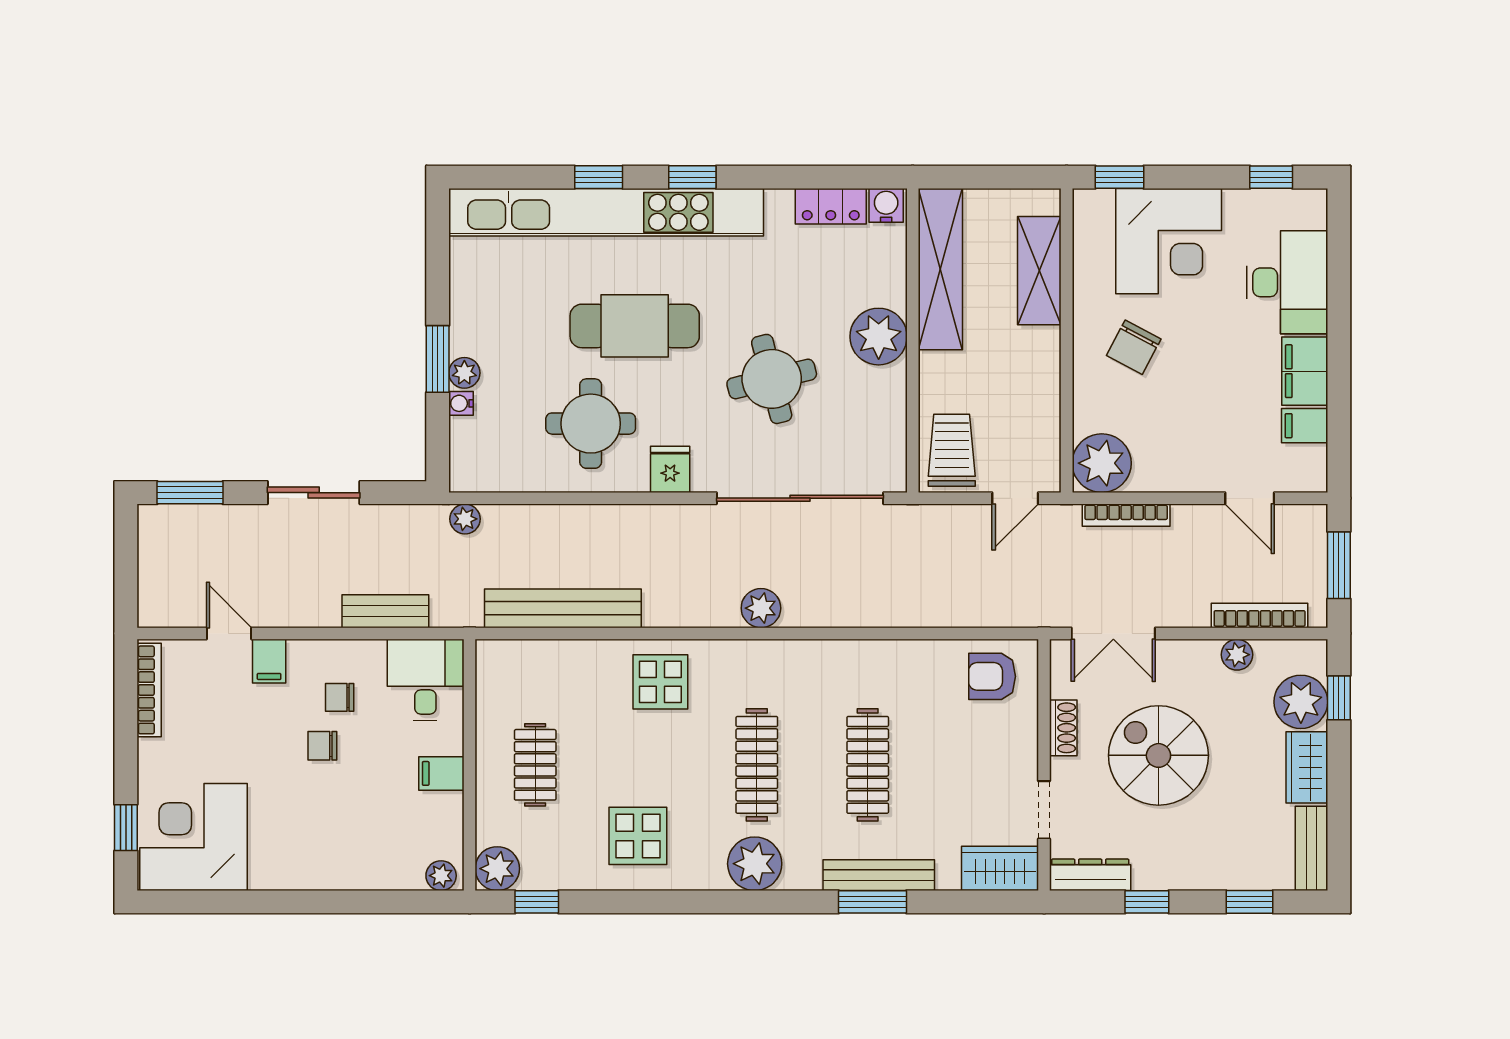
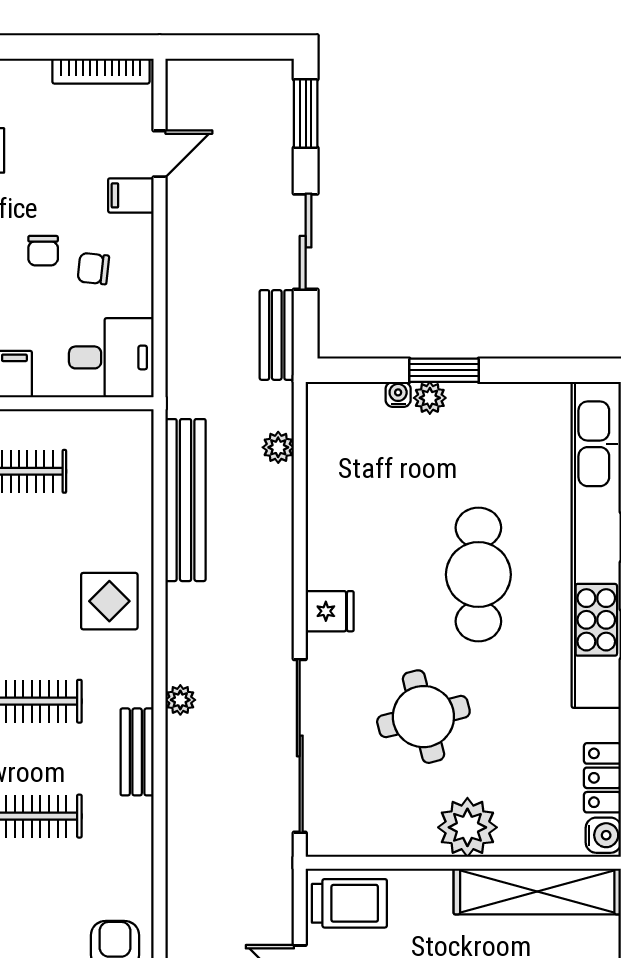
round table: (591, 424) -> (377, 529), removed
plant: (465, 519) -> (278, 447), moved
plant: (761, 608) -> (180, 700), width x0.73, depth x0.73
bench: (385, 611) -> (277, 335), moved
bench: (806, 655) -> (137, 752), added
chair: (340, 697) -> (93, 269), turned -84
chair: (322, 746) -> (43, 251), turned 180

